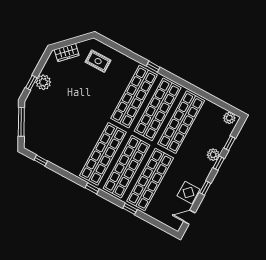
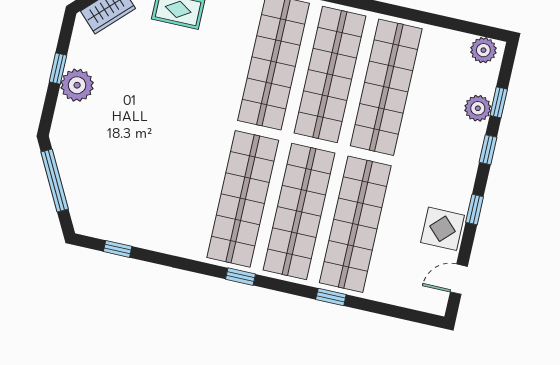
window: (31, 83) -> (58, 68), moved
plant: (213, 155) -> (478, 108), moved

